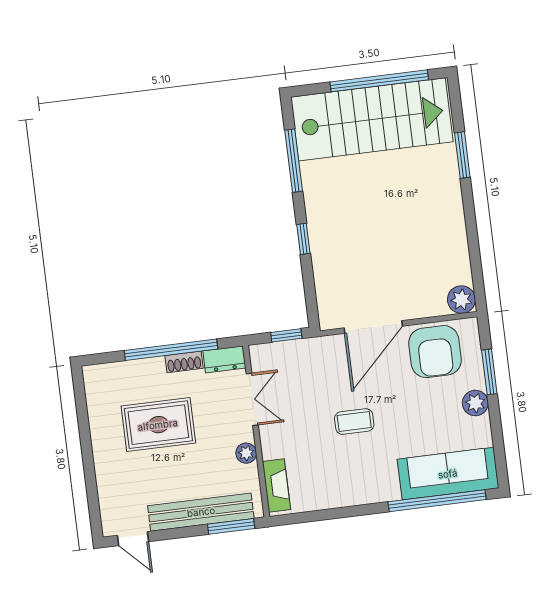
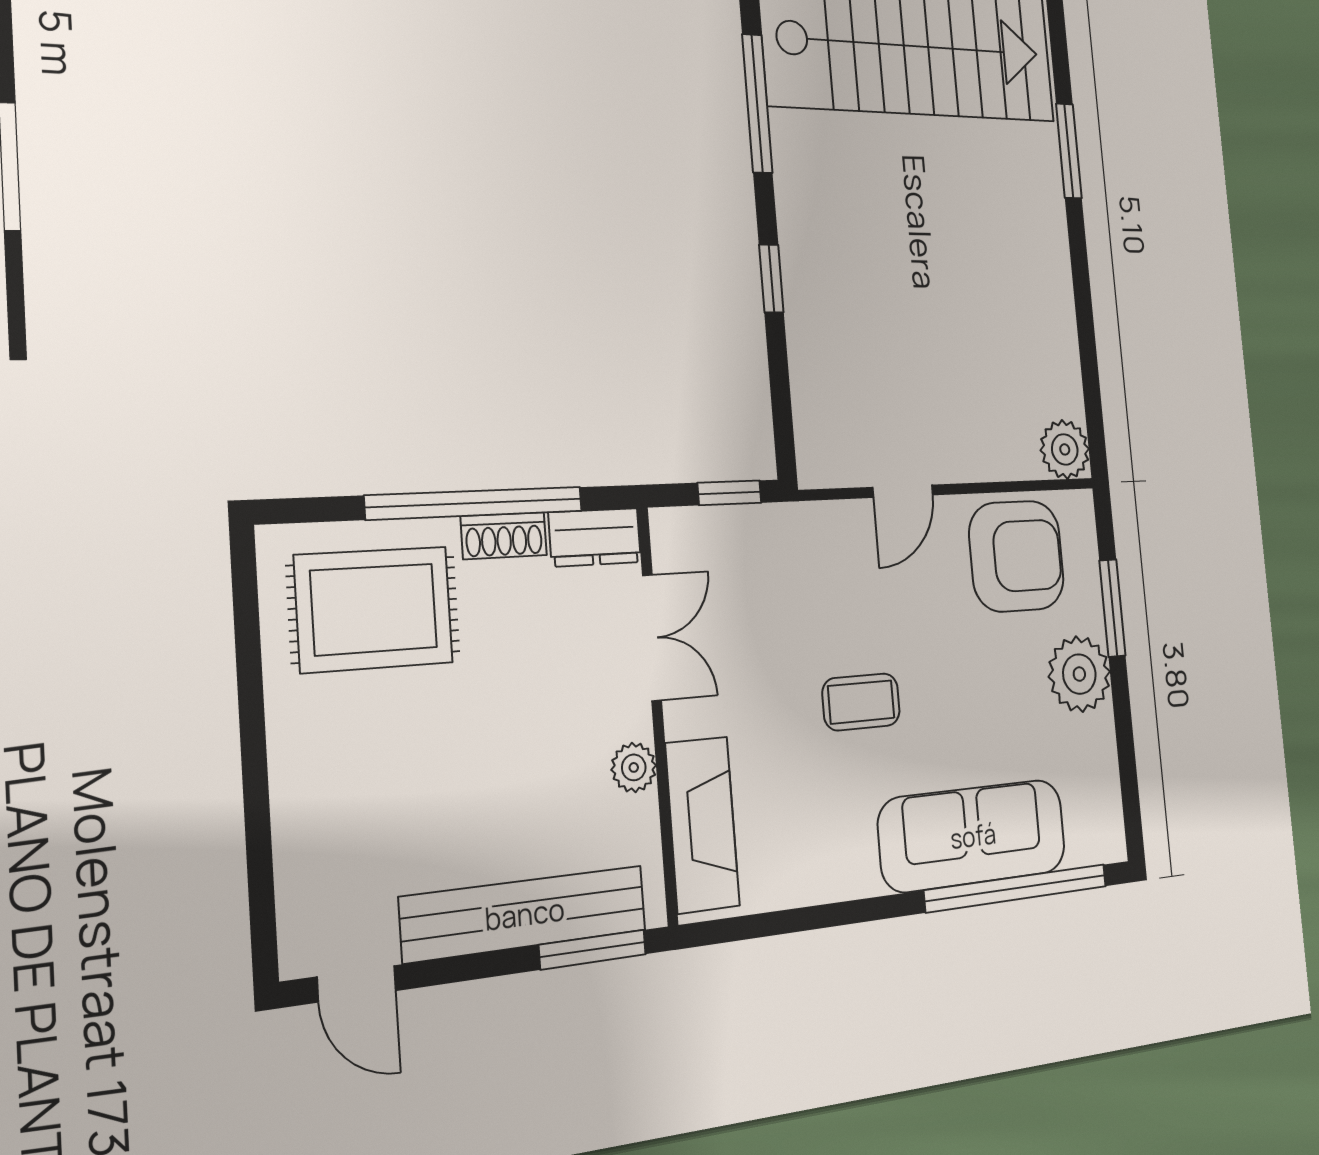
door: (373, 327) -> (903, 491), width x0.53
armchair: (435, 352) -> (1017, 556), turned -90
plant: (475, 403) -> (1079, 674), width x1.36, depth x1.36
rug: (158, 425) -> (374, 609), moved
sofa: (448, 474) -> (973, 836), moved
fireplace: (276, 486) -> (702, 825), width x1.37, depth x1.32

